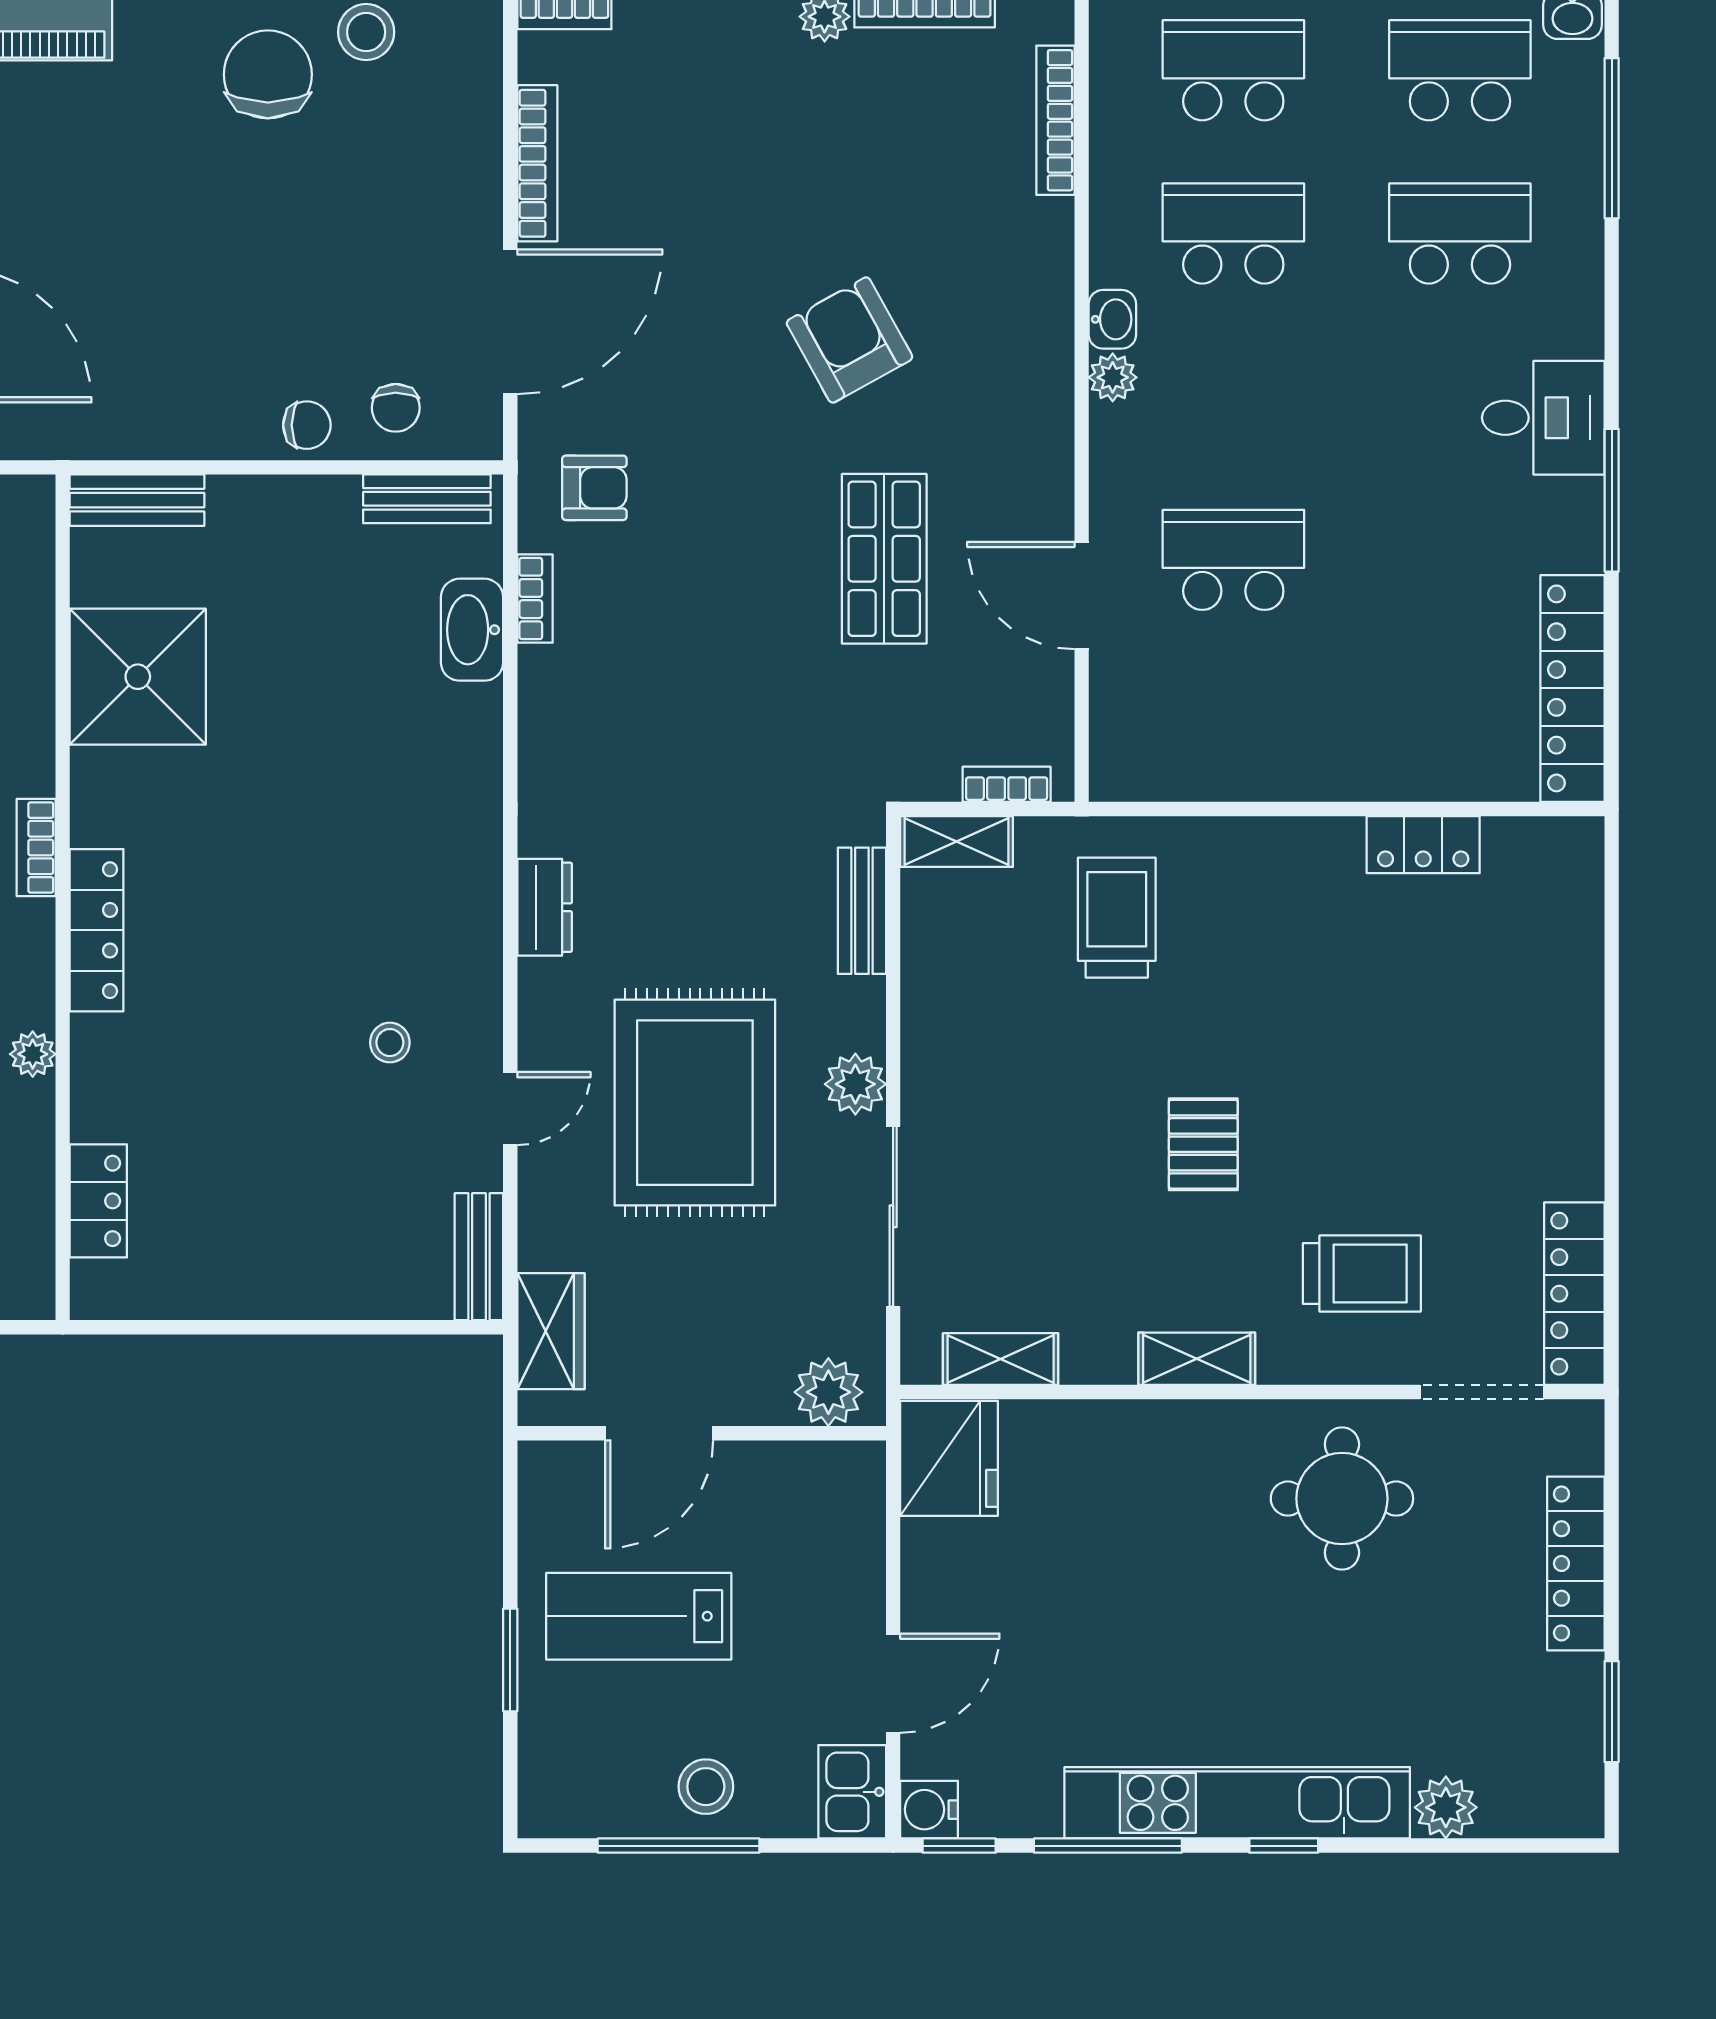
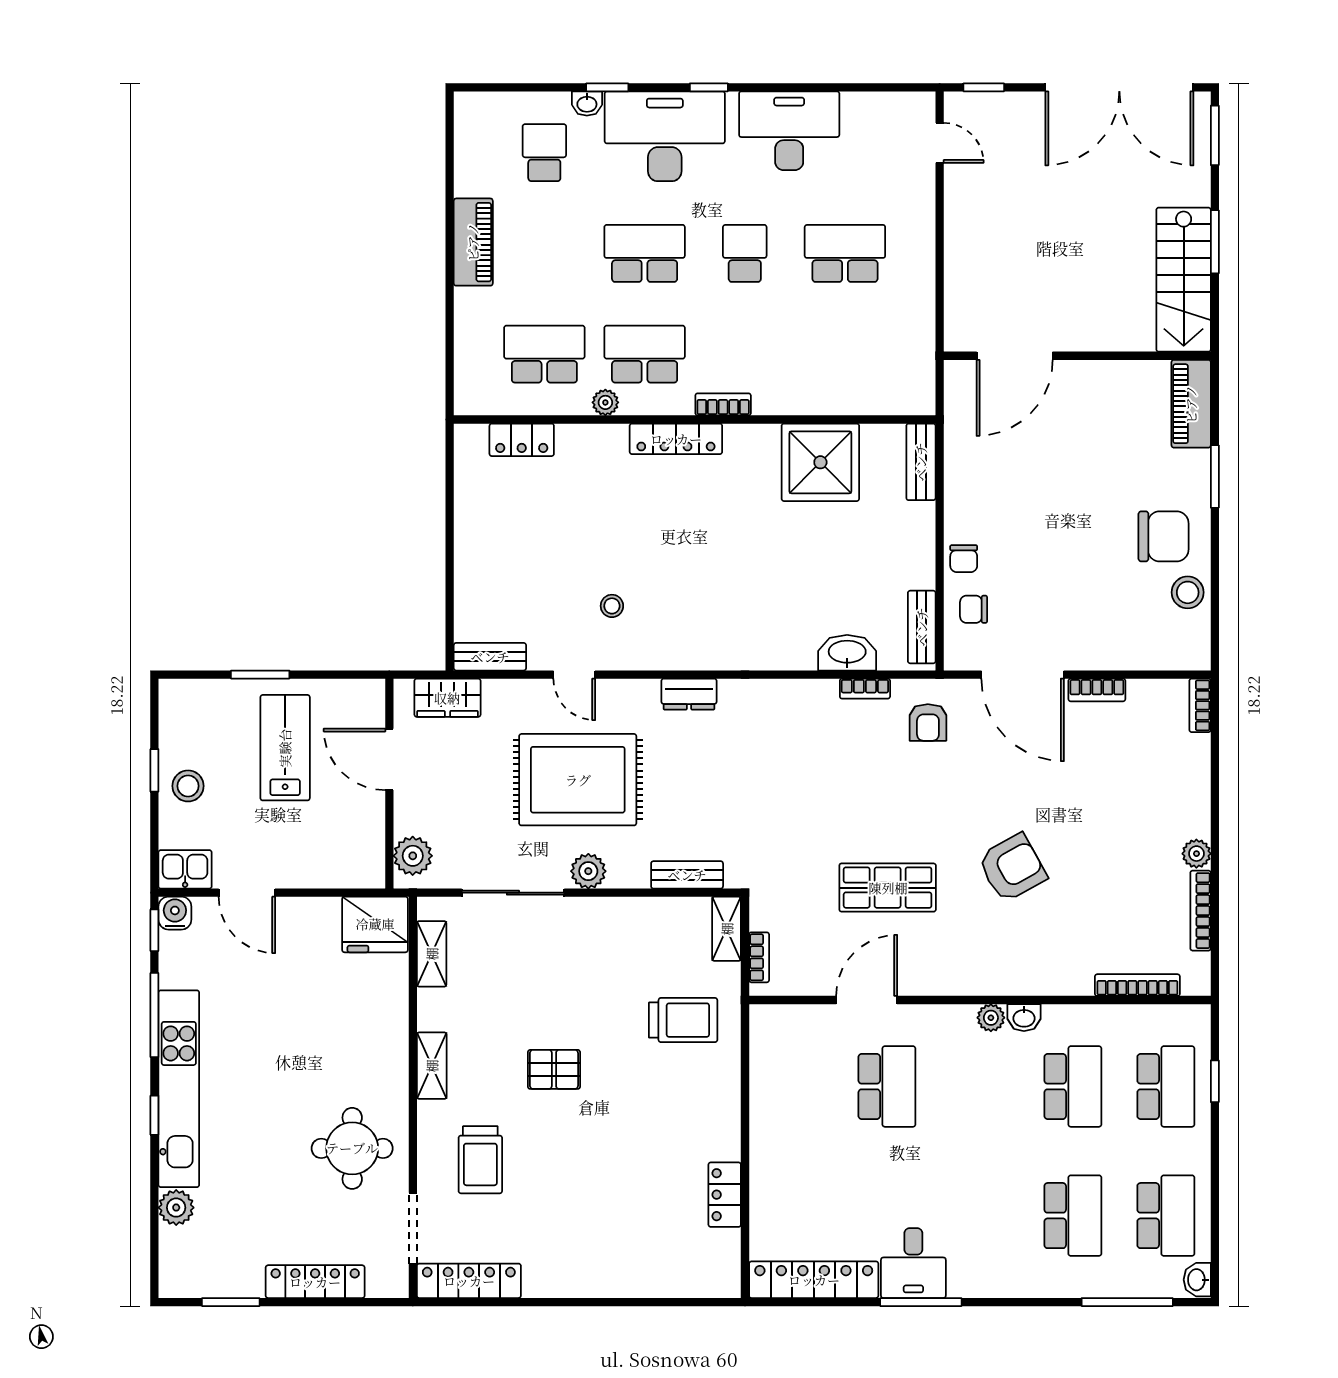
bookcase: (537, 163) -> (1097, 690), width x0.64
desk: (1543, 418) -> (913, 1263), moved
window: (679, 1846) -> (154, 770), width x0.46

